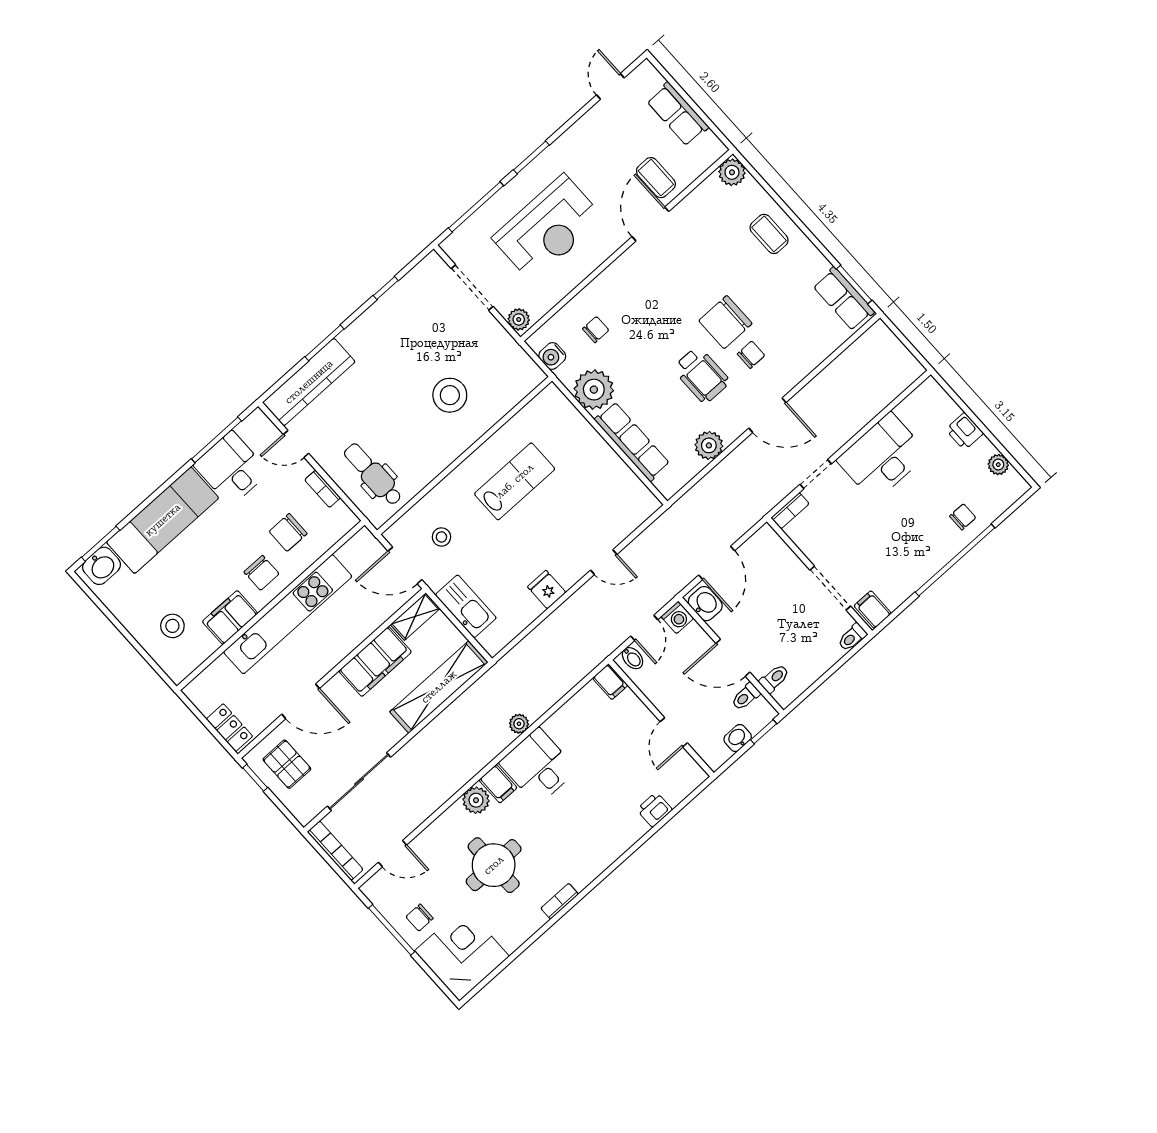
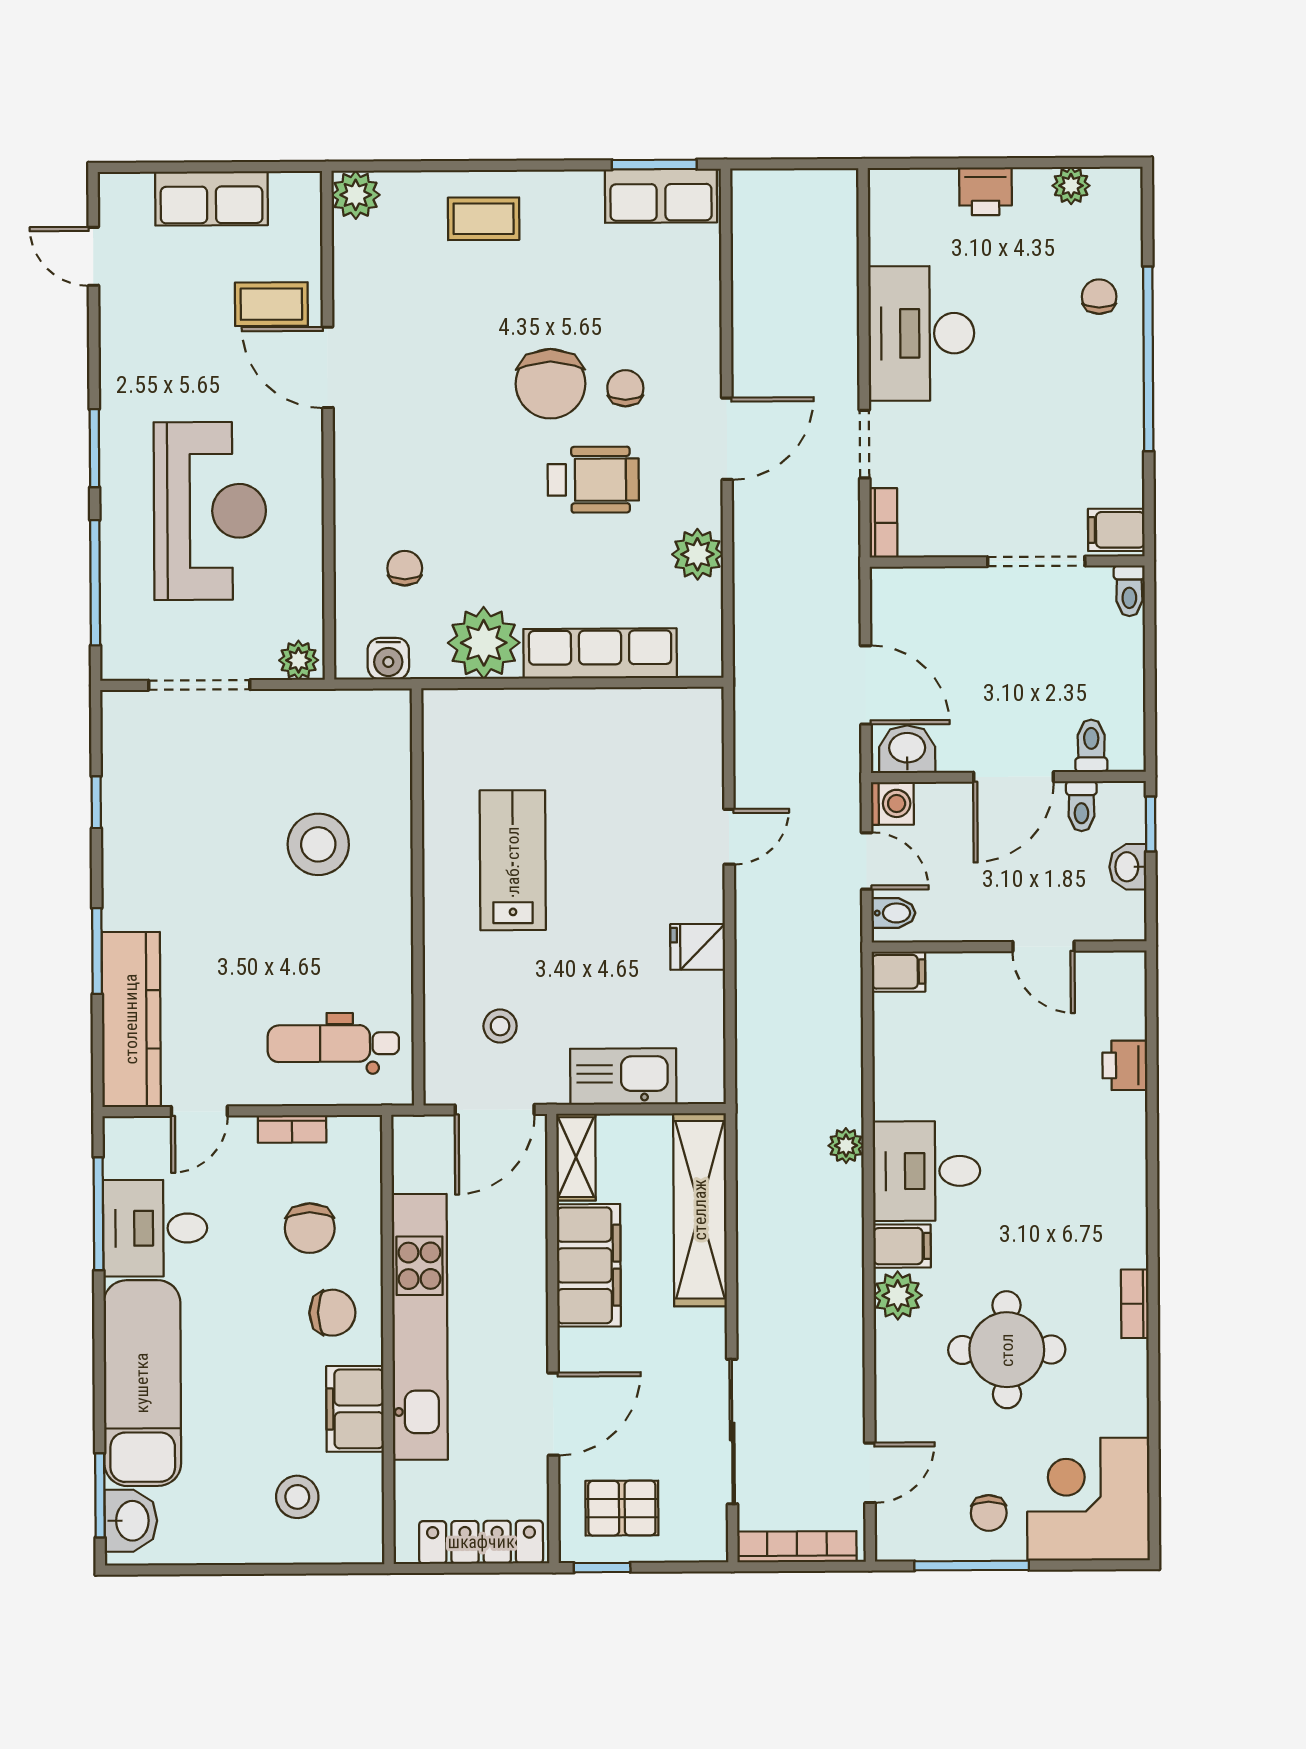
locker: (229, 728) -> (481, 1542), width x1.53

